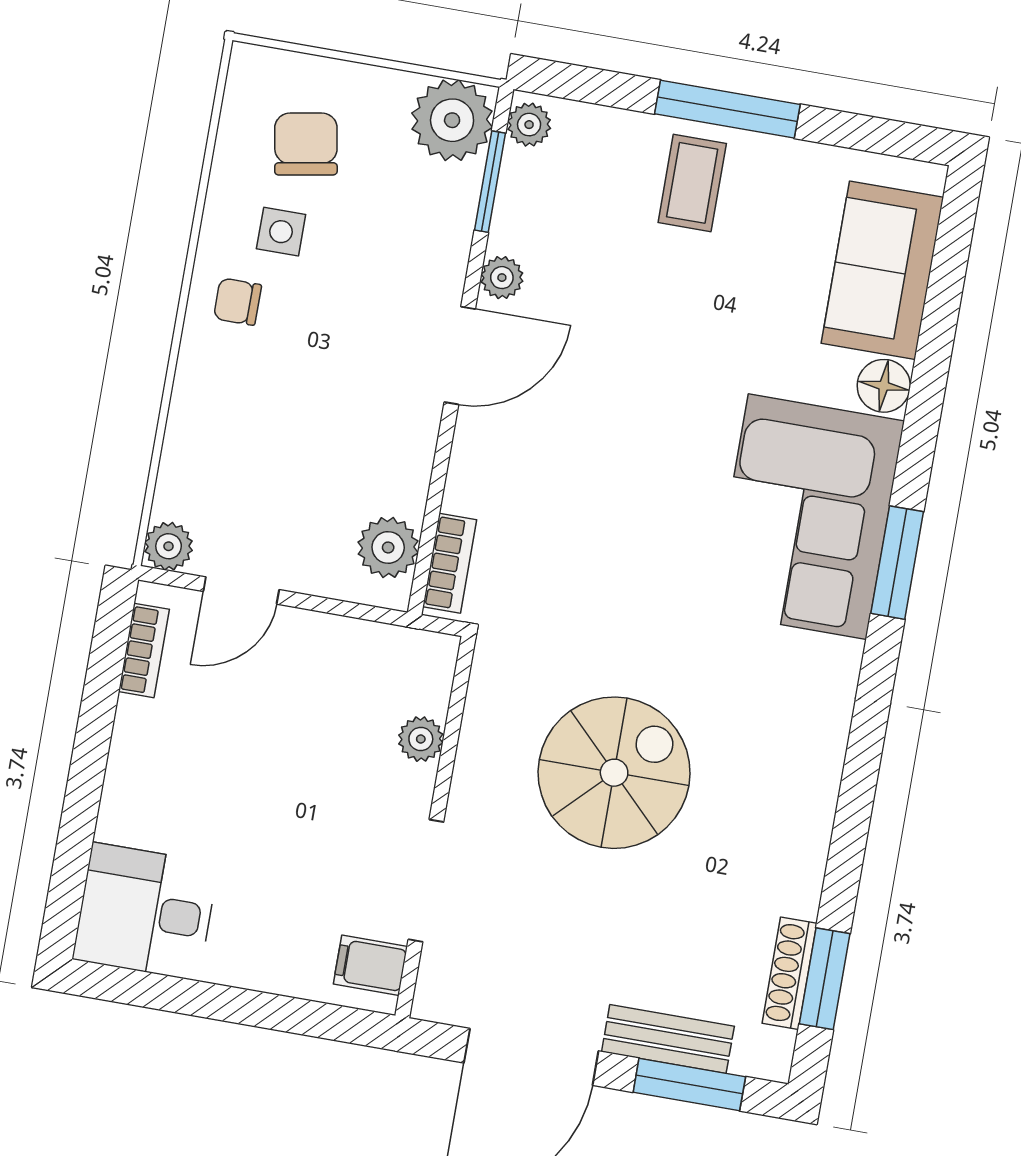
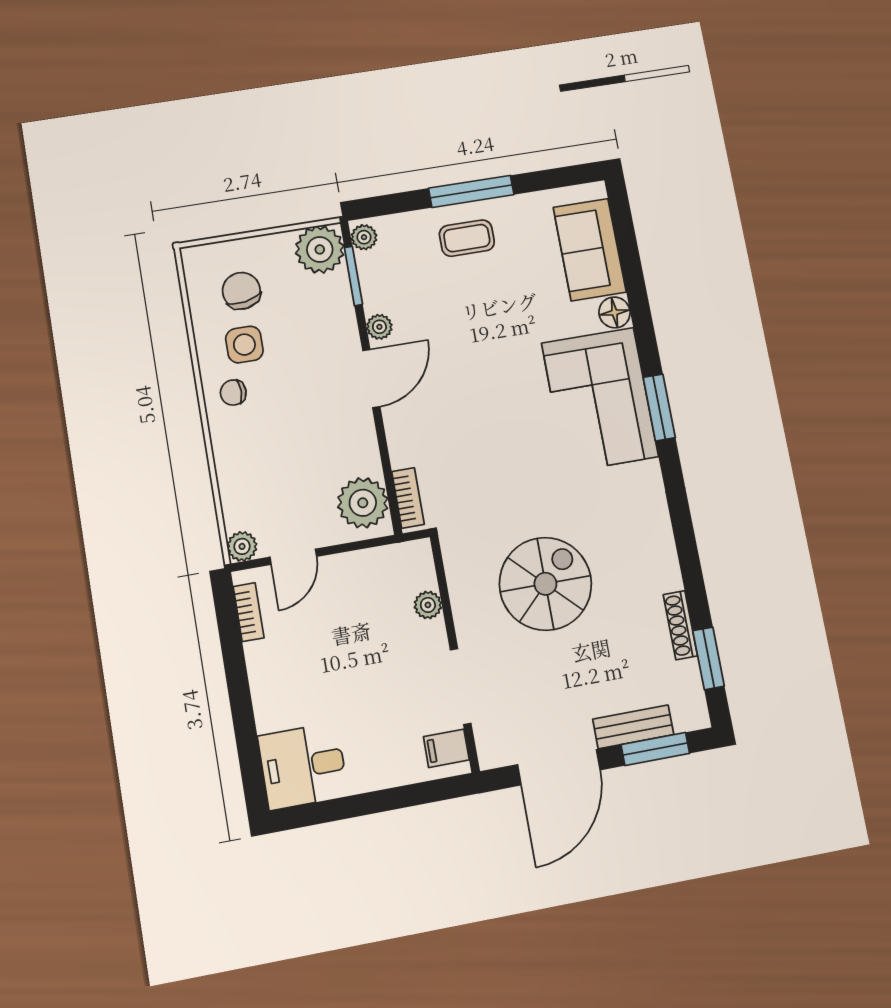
coffee table: (692, 183) -> (467, 238), turned 90
side table: (281, 232) -> (244, 345), width x1.37, depth x1.37
plant: (388, 547) -> (363, 503), width x1.36, depth x1.36
shoe rack: (789, 973) -> (680, 625), moved

